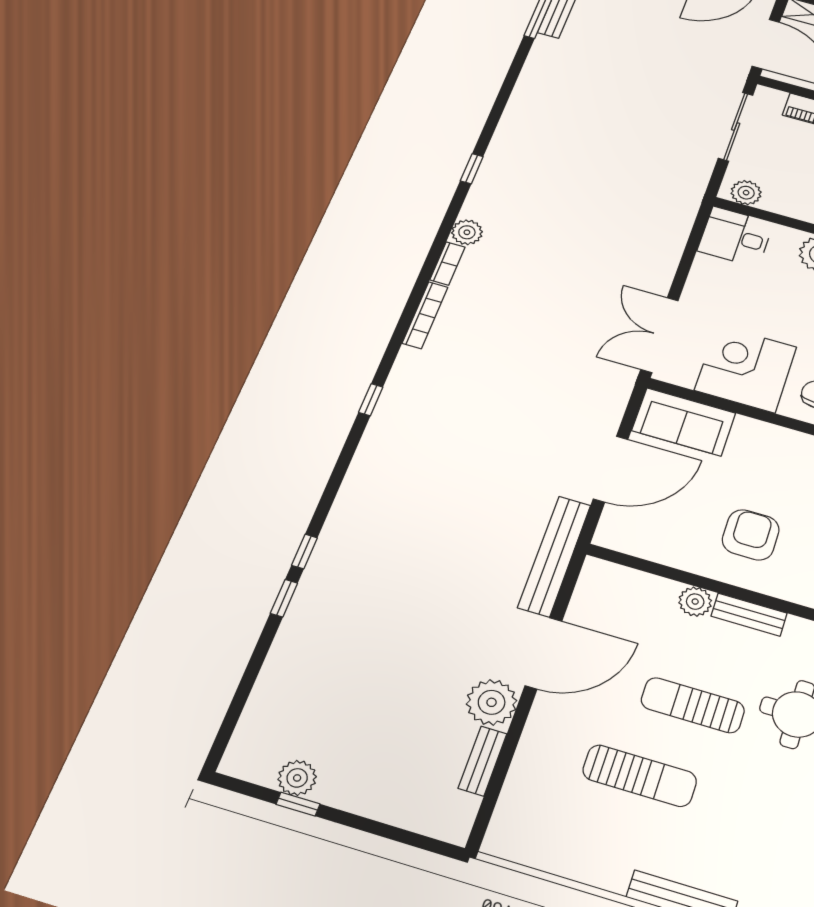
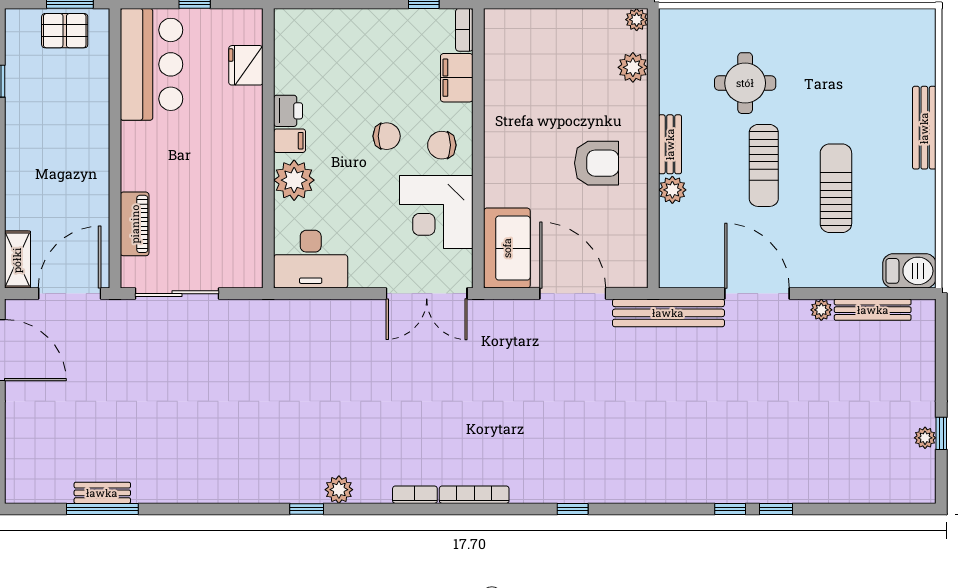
plant: (746, 193) -> (249, 264), removed
plant: (467, 232) -> (339, 490), moved
desk: (735, 237) -> (311, 259), width x1.37
armchair: (751, 535) -> (597, 163), turned 180
plant: (492, 702) -> (821, 310), width x0.53, depth x0.53
bench: (482, 761) -> (873, 310), width x1.36
plant: (297, 778) -> (925, 438), width x0.73, depth x0.73
barbecue: (510, 828) -> (909, 271), added

